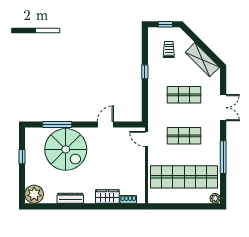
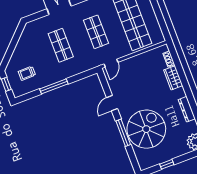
shelving: (202, 60) -> (25, 41), removed
window: (145, 72) -> (54, 86), width x2.17
window: (57, 124) -> (123, 133), moved
door: (105, 124) -> (112, 103), hinge flipped

